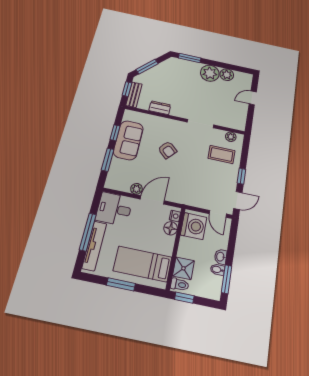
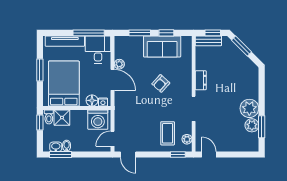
window: (190, 58) -> (262, 127), moved
door: (253, 98) -> (209, 154), moved
dresser: (160, 108) -> (201, 80), moved
window: (241, 176) -> (178, 154), moved
window: (88, 232) -> (89, 33), moved
washbasin: (221, 257) -> (56, 147), moved
bed: (143, 264) -> (64, 84), width x1.50

